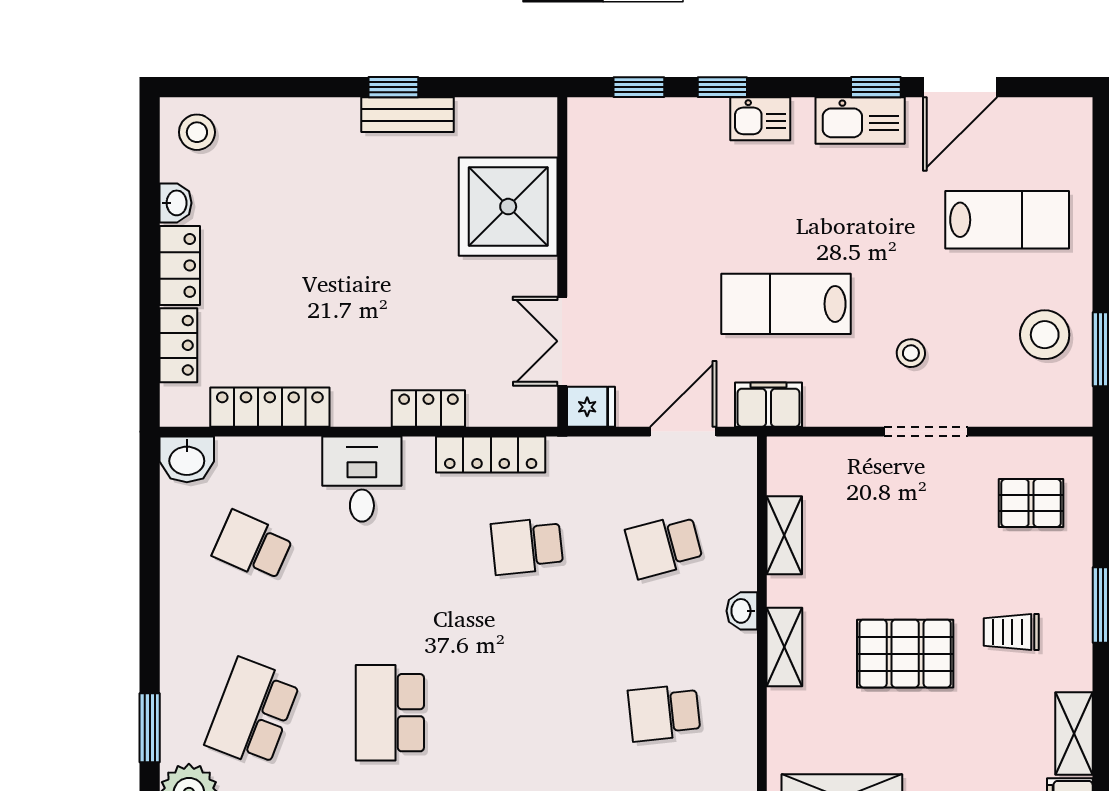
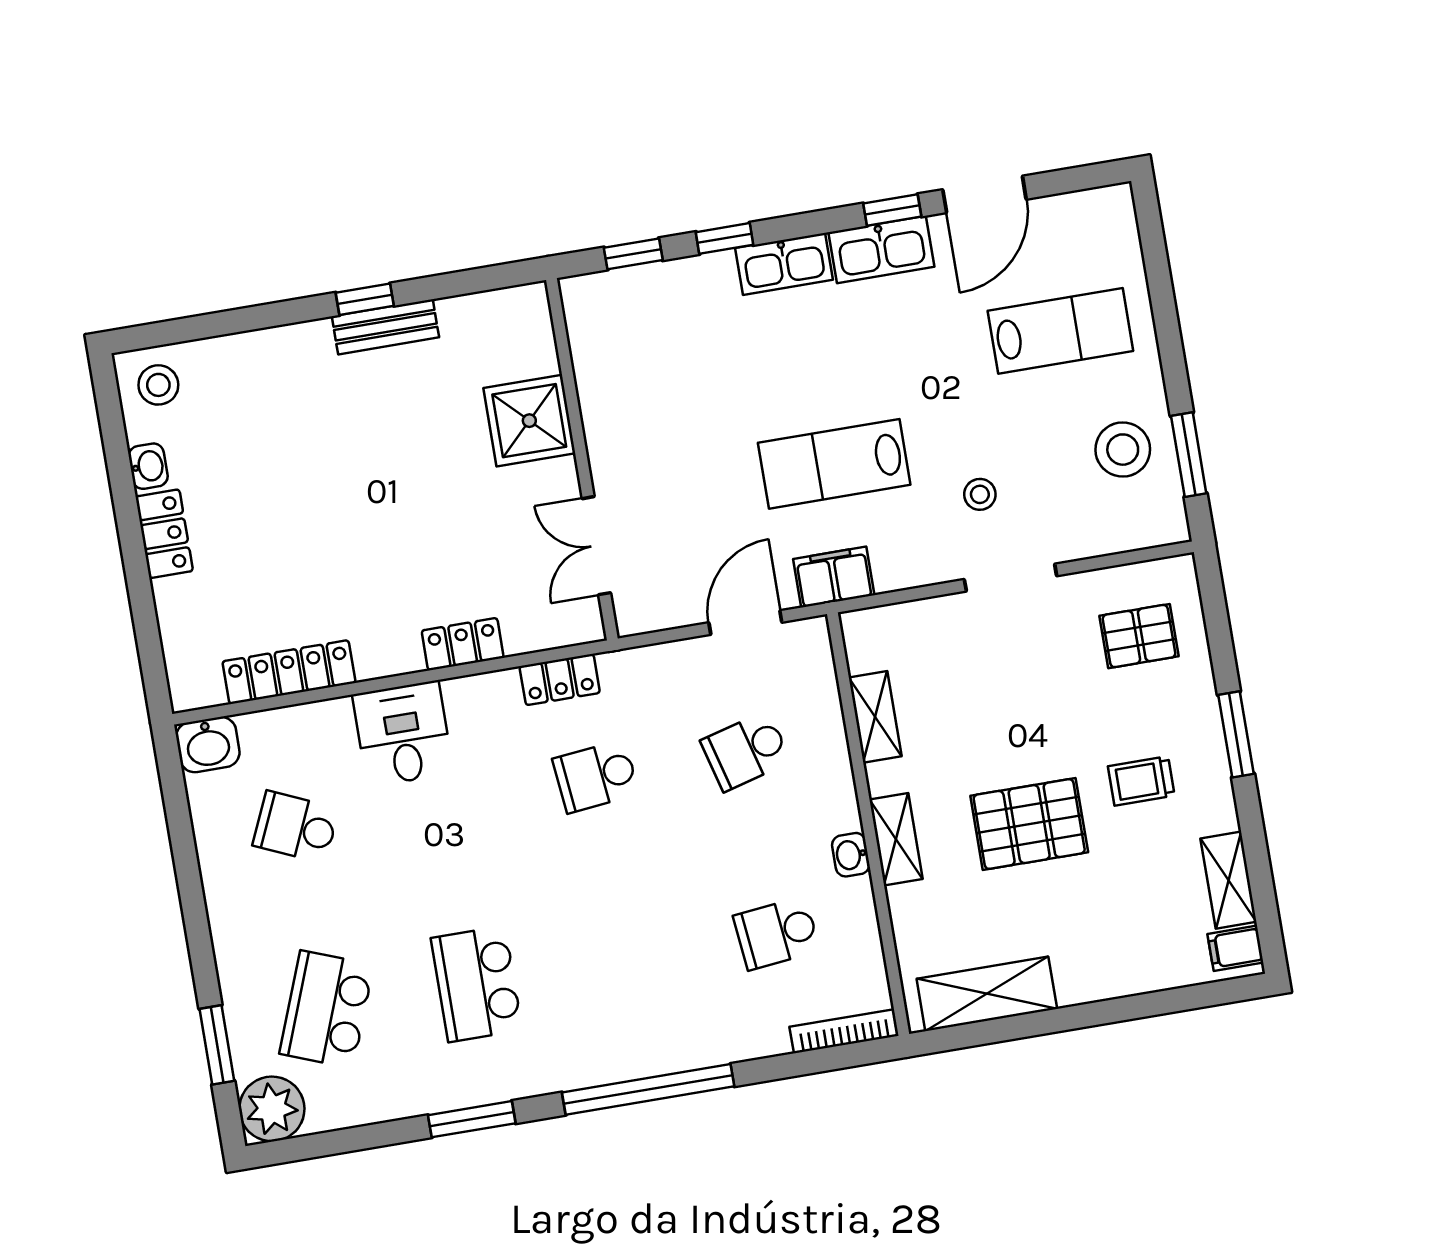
kitchen sink: (760, 119) -> (784, 264), width x1.38
shower: (508, 207) -> (529, 421), width x0.73, depth x0.73
locker: (178, 345) -> (178, 621), removed
fridge: (591, 407) -> (640, 612), removed
locker: (491, 454) -> (560, 680), width x0.66
washbasin: (742, 611) -> (851, 855), moved

